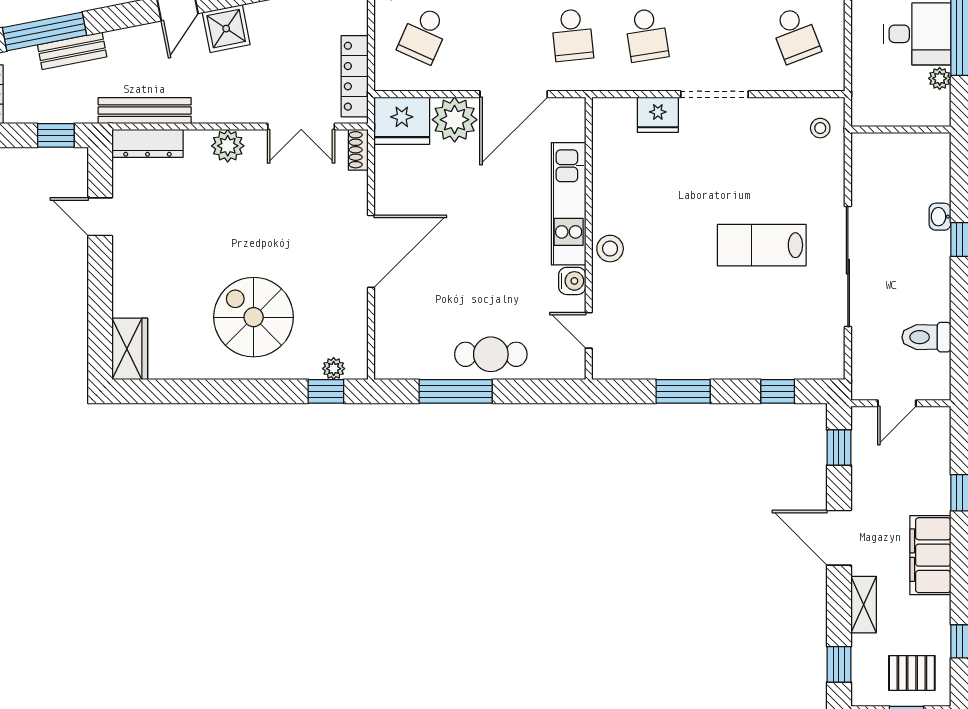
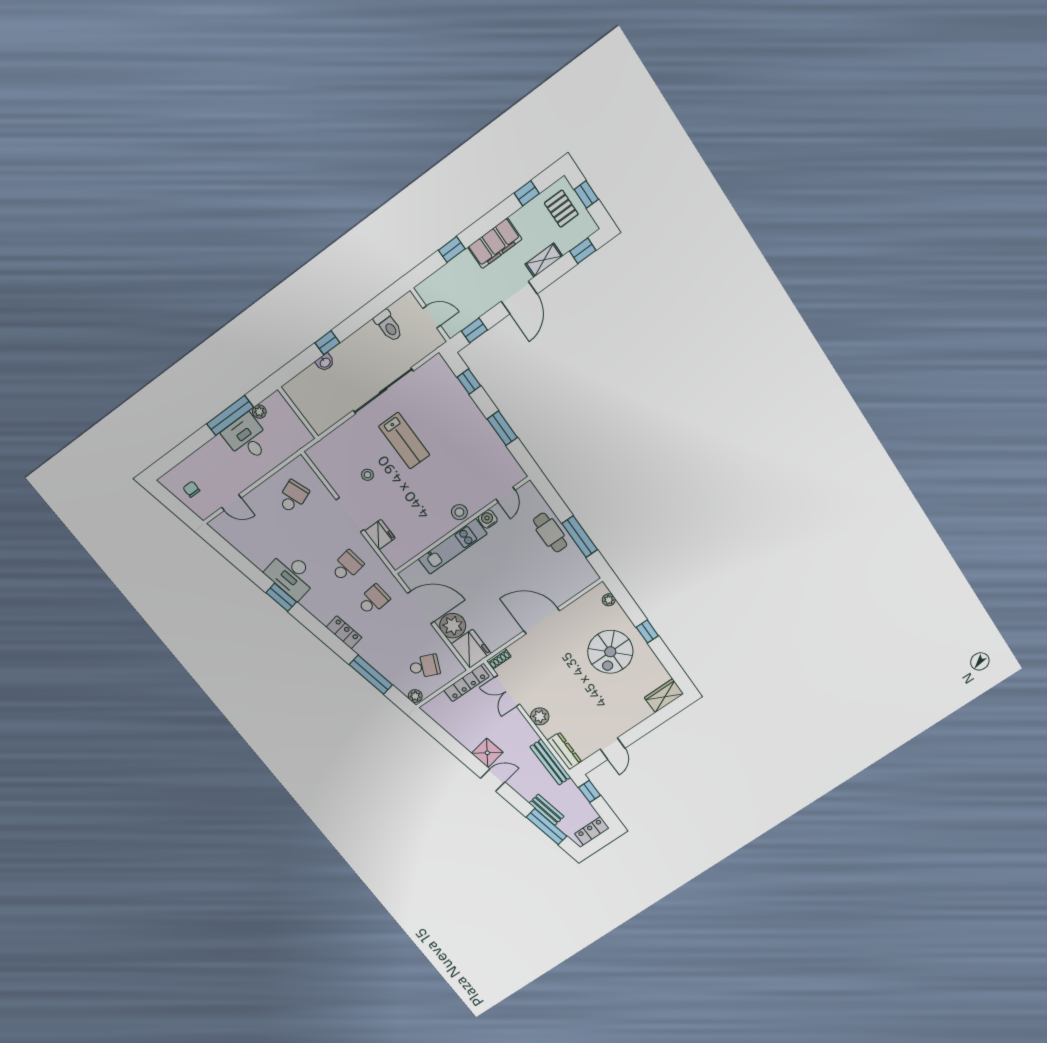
double door: (301, 127) -> (507, 691), swing flipped
stool: (820, 128) -> (367, 475), moved
window: (326, 391) -> (647, 631), moved

